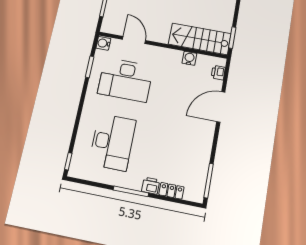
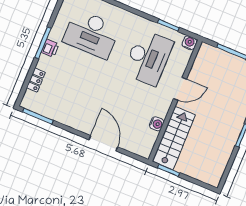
door: (134, 40) -> (180, 89), moved
printer: (218, 73) -> (137, 148), removed
desk: (125, 80) -> (148, 58), turned 180
printer: (151, 186) -> (50, 48), moved

